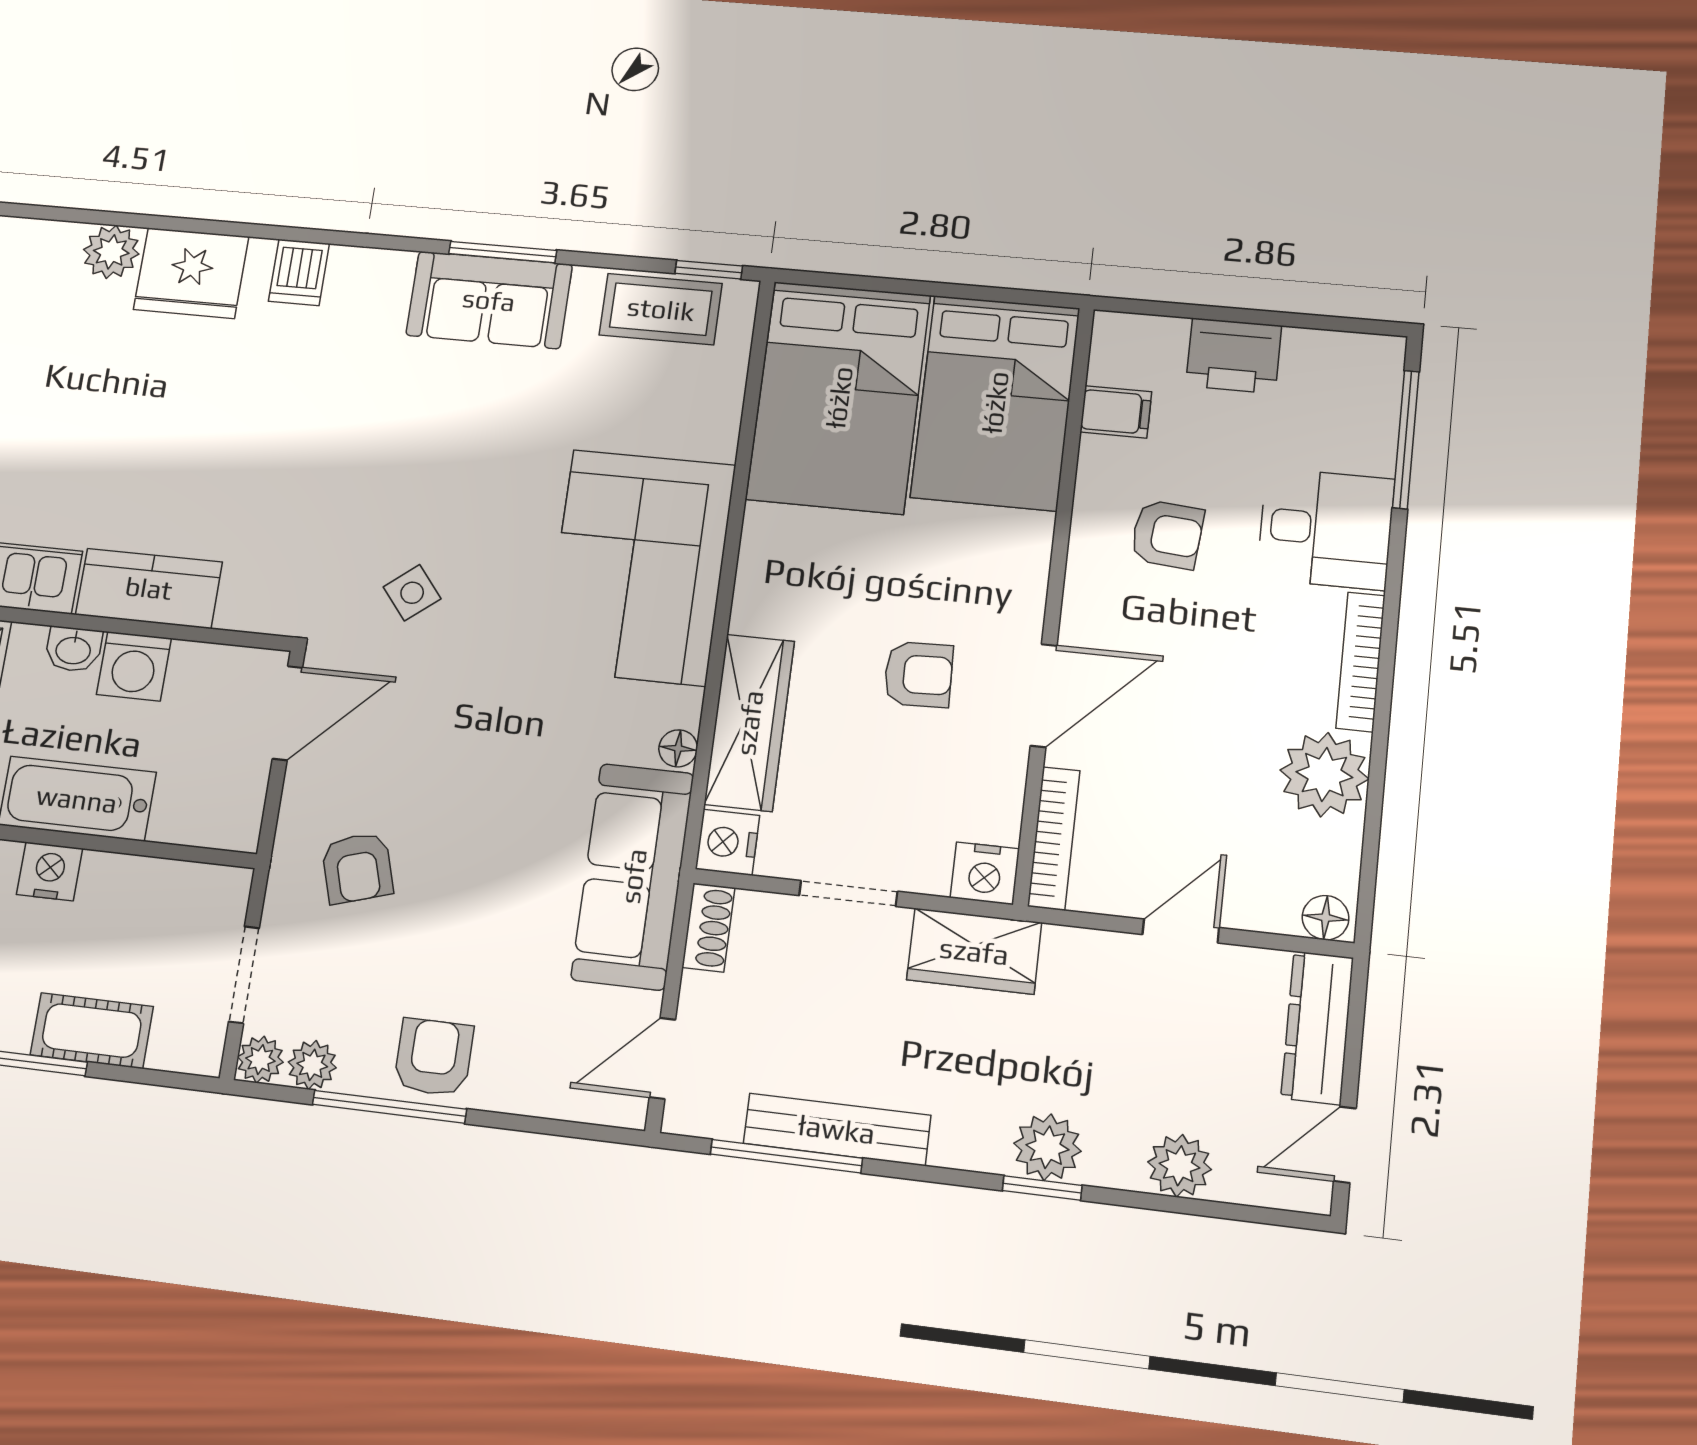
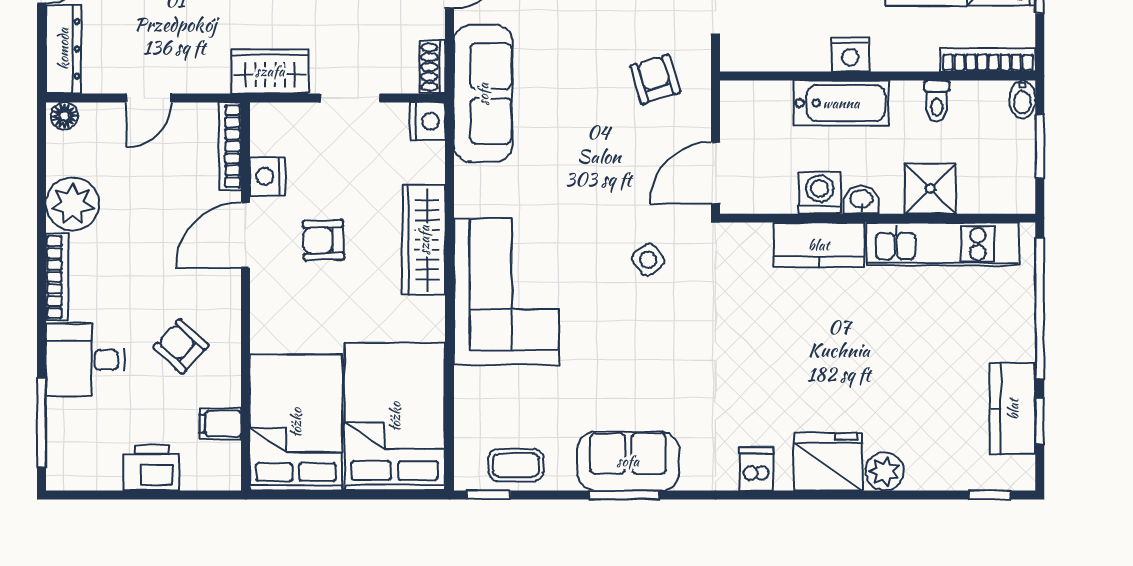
coffee table: (661, 309) -> (516, 465), width x0.73, depth x0.77
armchair: (1167, 534) -> (181, 346), turned 38
wardrobe: (749, 723) -> (424, 240), moved
floor lamp: (678, 748) -> (466, 177), removed
nightstand: (985, 873) -> (268, 176), moved, turned -90

